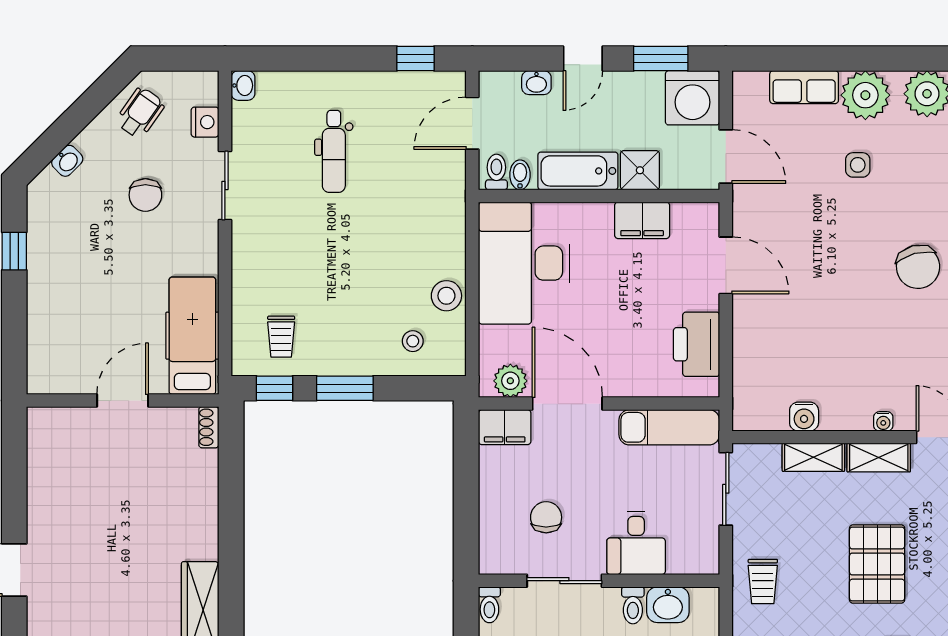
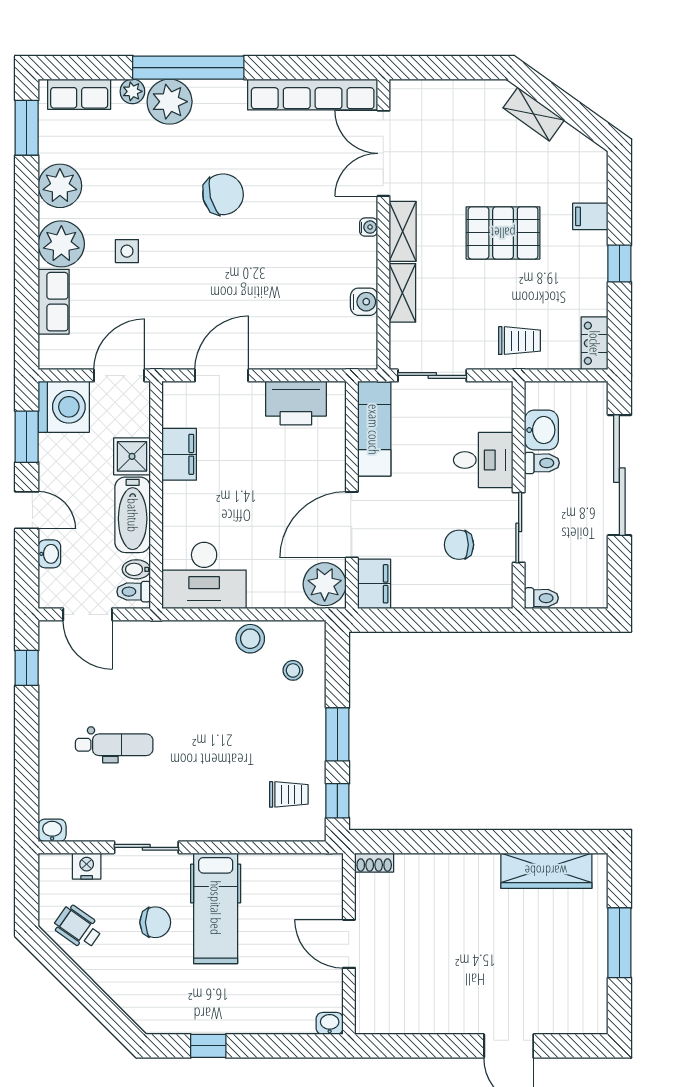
washbasin: (67, 161) -> (330, 1023), moved, turned -45
desk: (524, 263) -> (204, 575), width x0.73, depth x0.77
hospital bed: (192, 336) -> (216, 908), moved, turned -90
plant: (510, 381) -> (325, 584), width x1.36, depth x1.36

